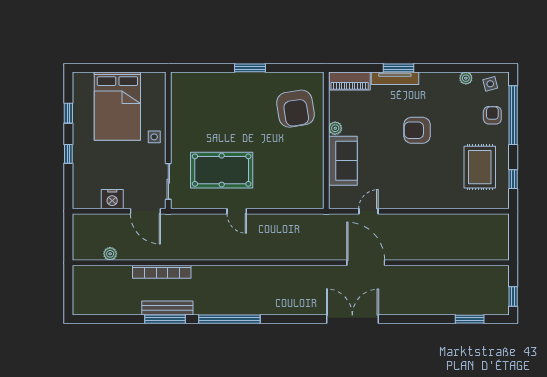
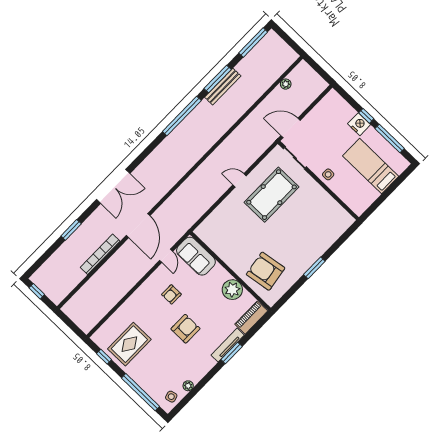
bed: (117, 106) -> (371, 166), width x0.67
window: (68, 113) -> (390, 138), width x2.17
armchair: (492, 115) -> (171, 294), moved, turned 90
plant: (335, 128) -> (232, 290), width x1.88, depth x1.88
sofa: (343, 161) -> (196, 256), moved
rug: (480, 167) -> (129, 344), turned 90
nightstand: (112, 199) -> (359, 124), moved, turned 90
door: (366, 263) -> (138, 226), hinge flipped
bookcase: (162, 272) -> (100, 254), moved
window: (101, 319) -> (253, 43), added
window: (470, 319) -> (71, 230), moved

